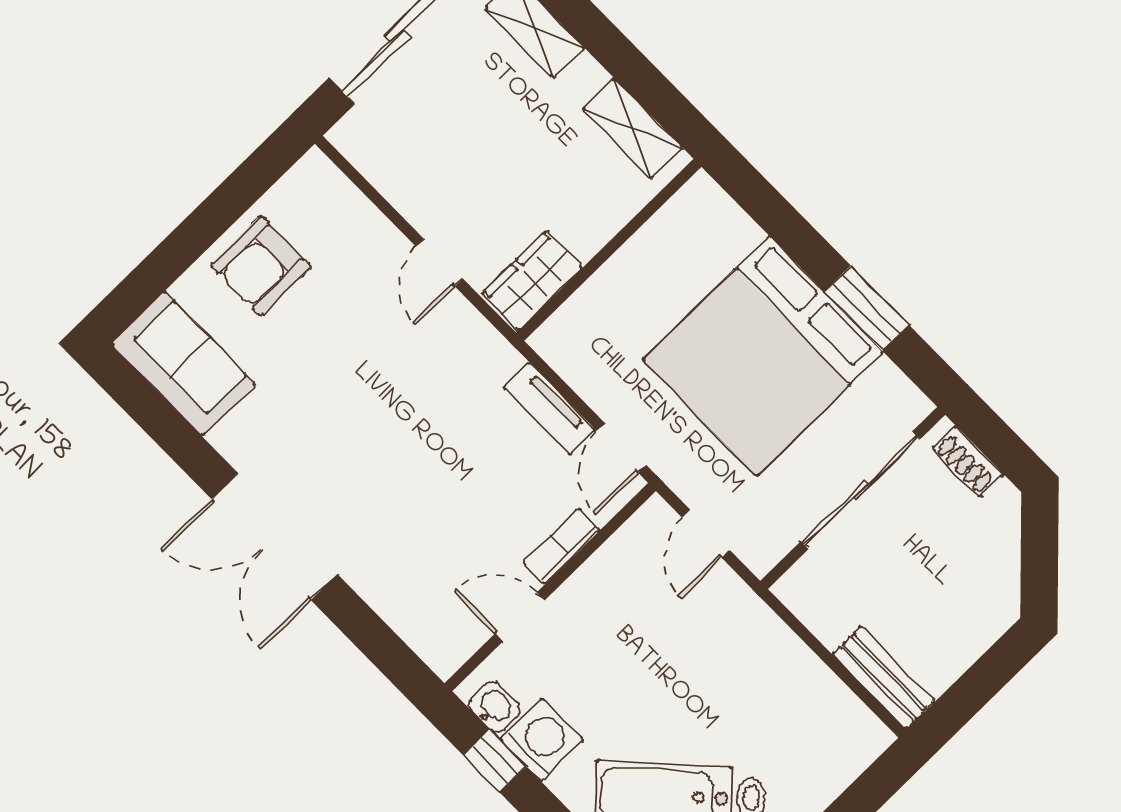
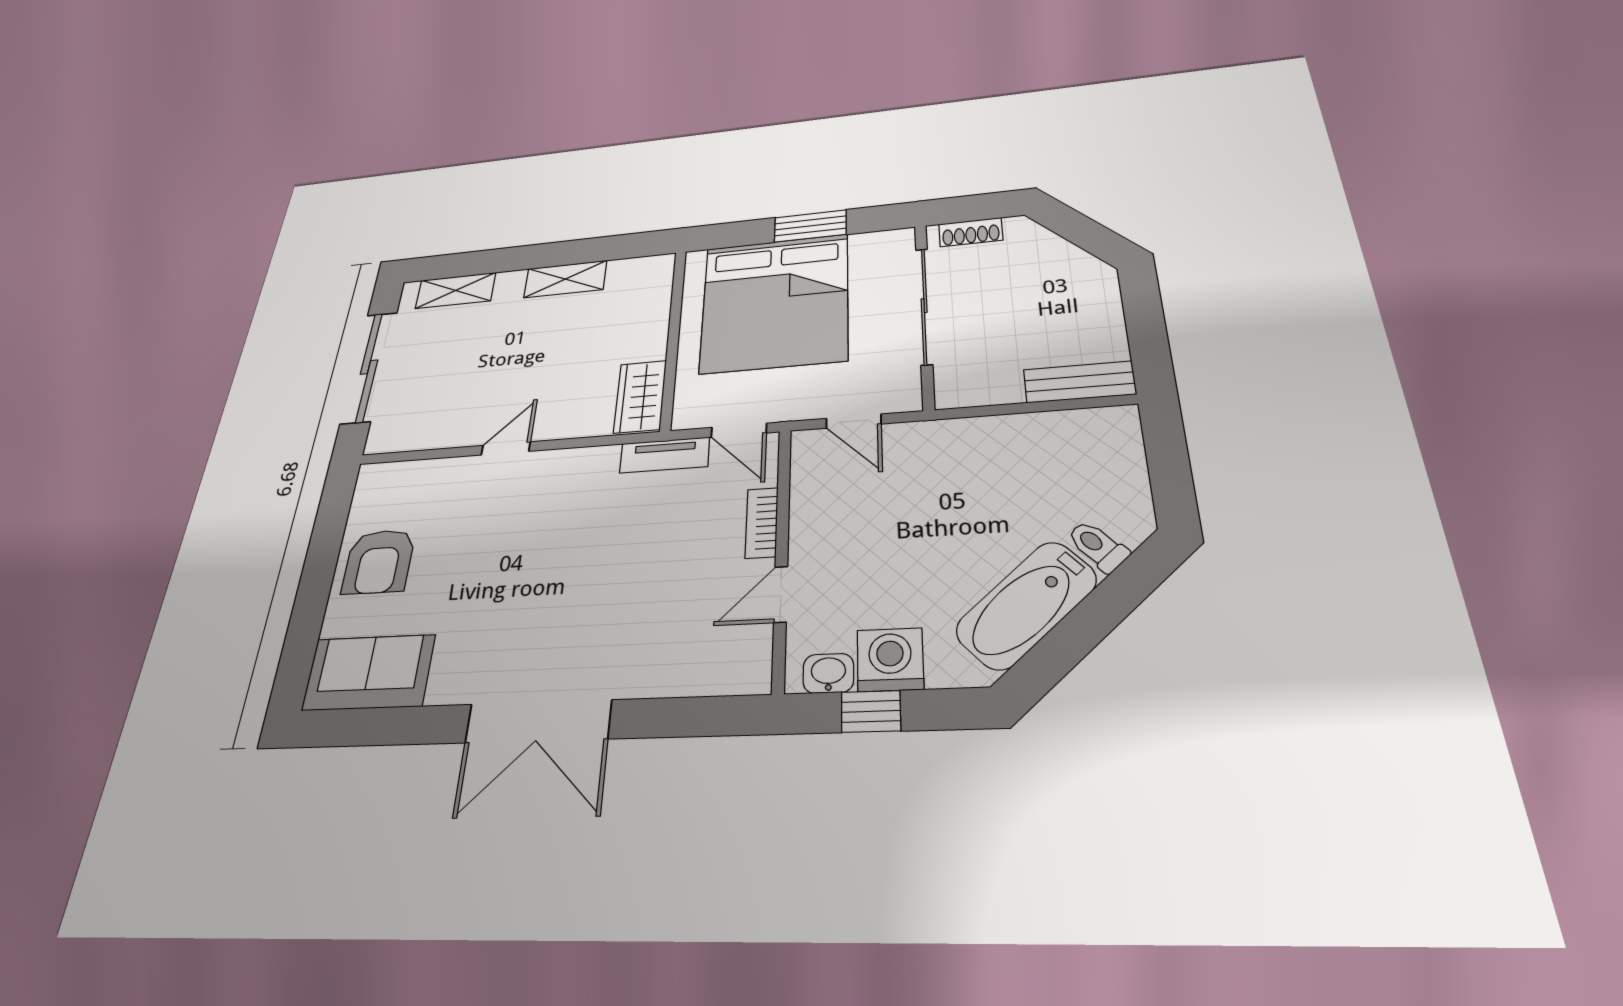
wall: (609, 250) -> (673, 338), moved
door: (439, 263) -> (506, 448), swing flipped
wardrobe: (532, 281) -> (640, 397), moved

